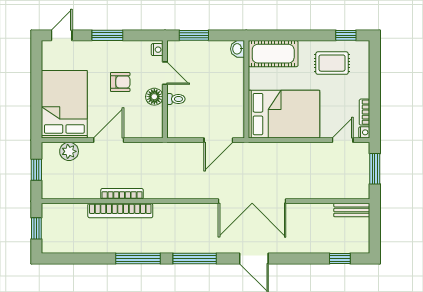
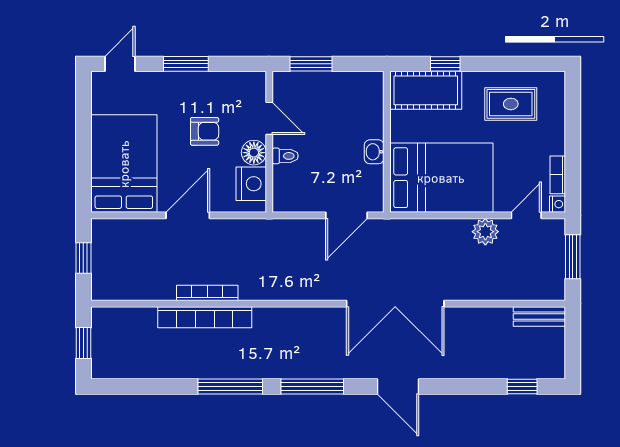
window: (346, 35) -> (445, 64), moved
washbasin: (237, 49) -> (374, 152), moved
nightstand: (157, 50) -> (251, 184), moved, width x1.89, depth x1.79
plant: (69, 151) -> (485, 232), moved

